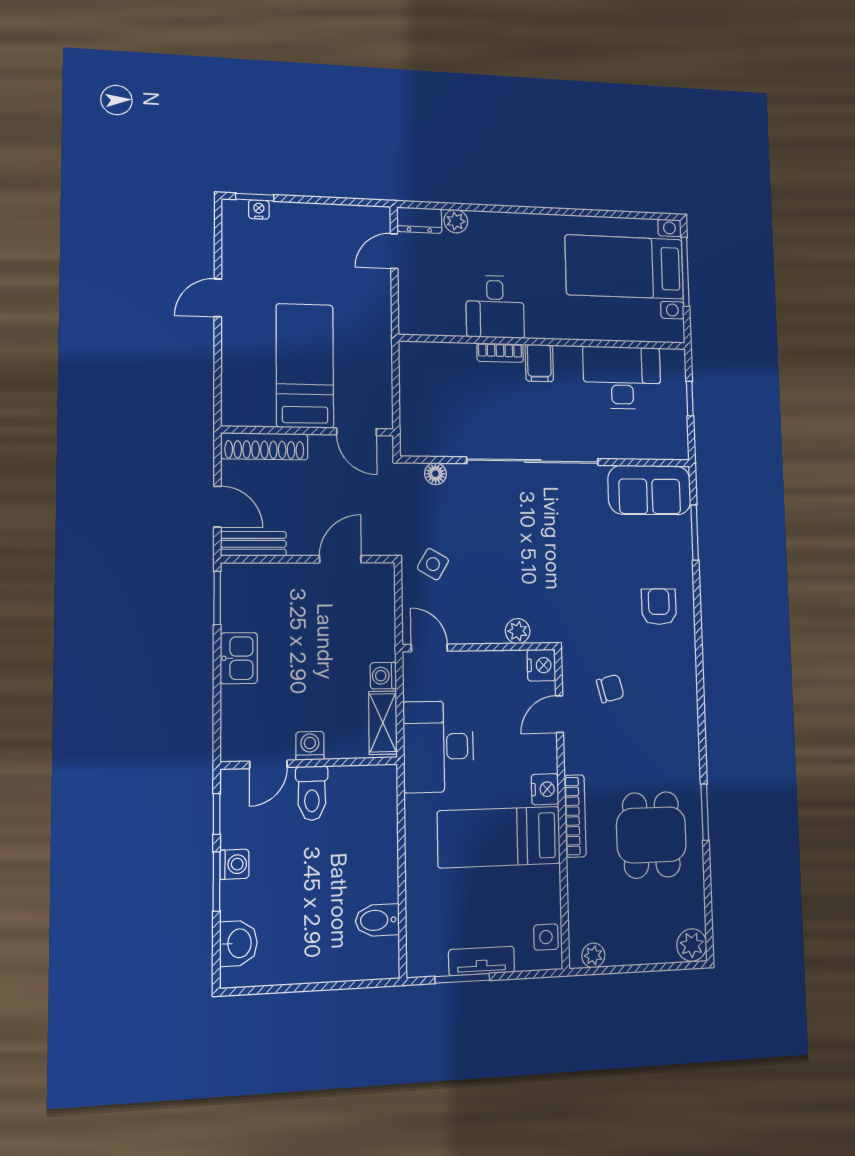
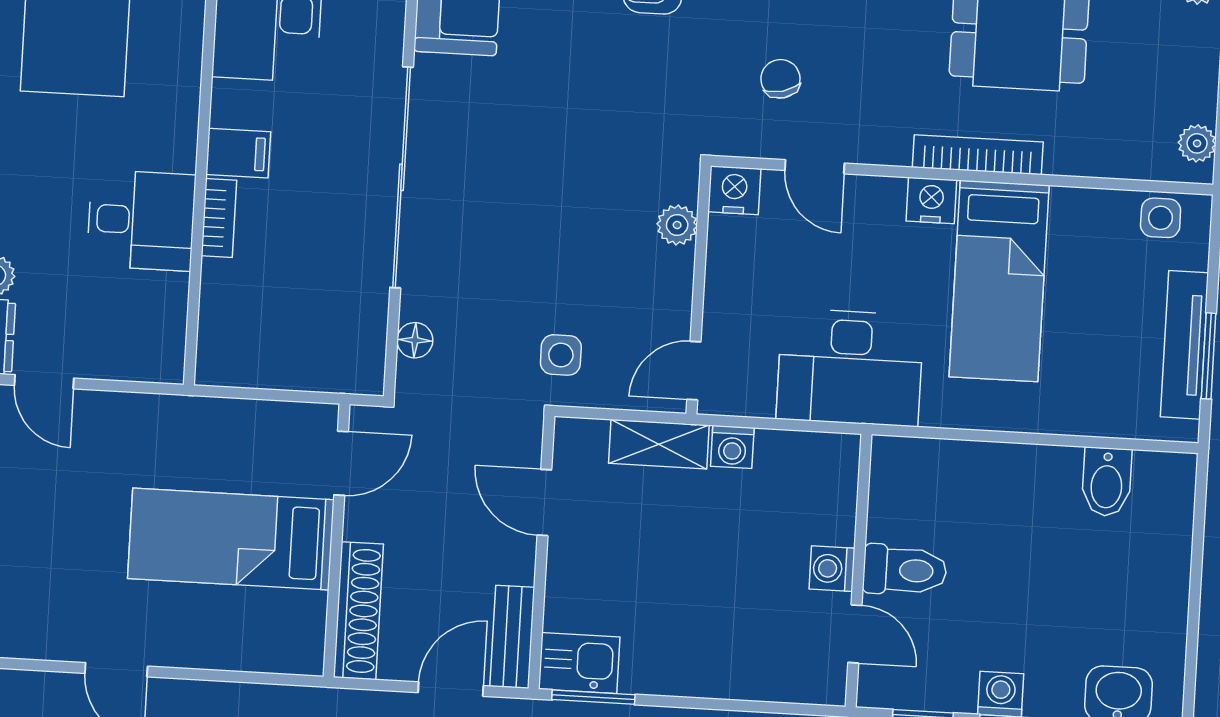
side table: (433, 564) -> (561, 355), turned -30
kitchen sink: (239, 658) -> (579, 663), moved
shelving: (383, 723) -> (659, 444), moved
tv unit: (482, 961) -> (1184, 345), width x1.41

